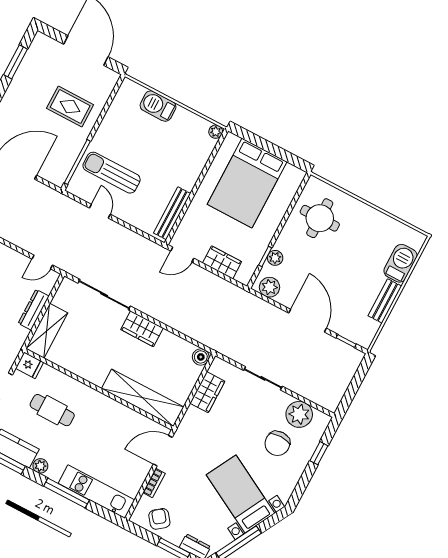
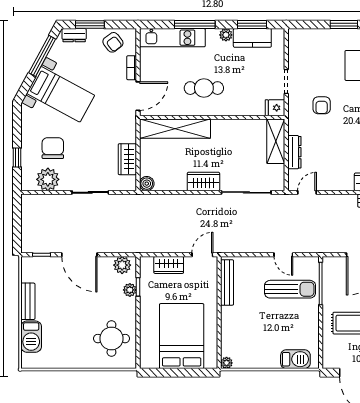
barbecue: (158, 106) -> (295, 359), moved
cafe table: (52, 410) -> (204, 88), moved

